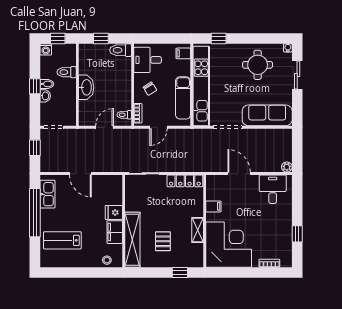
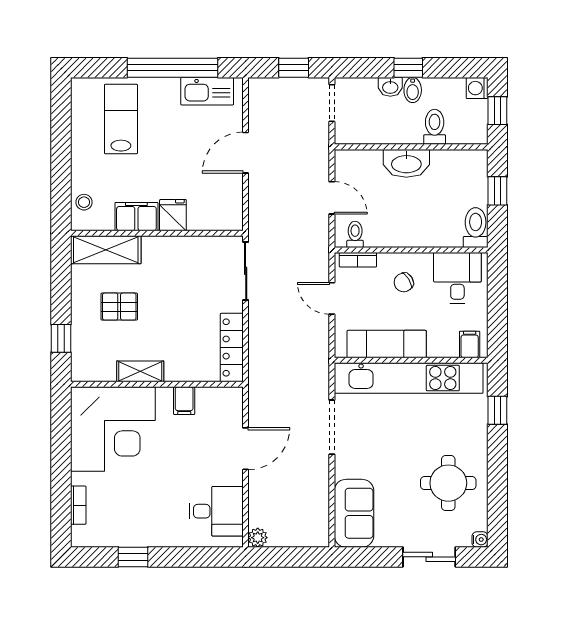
sofa: (267, 115) -> (354, 513), width x0.73
shelving: (132, 240) -> (106, 250), width x0.68

